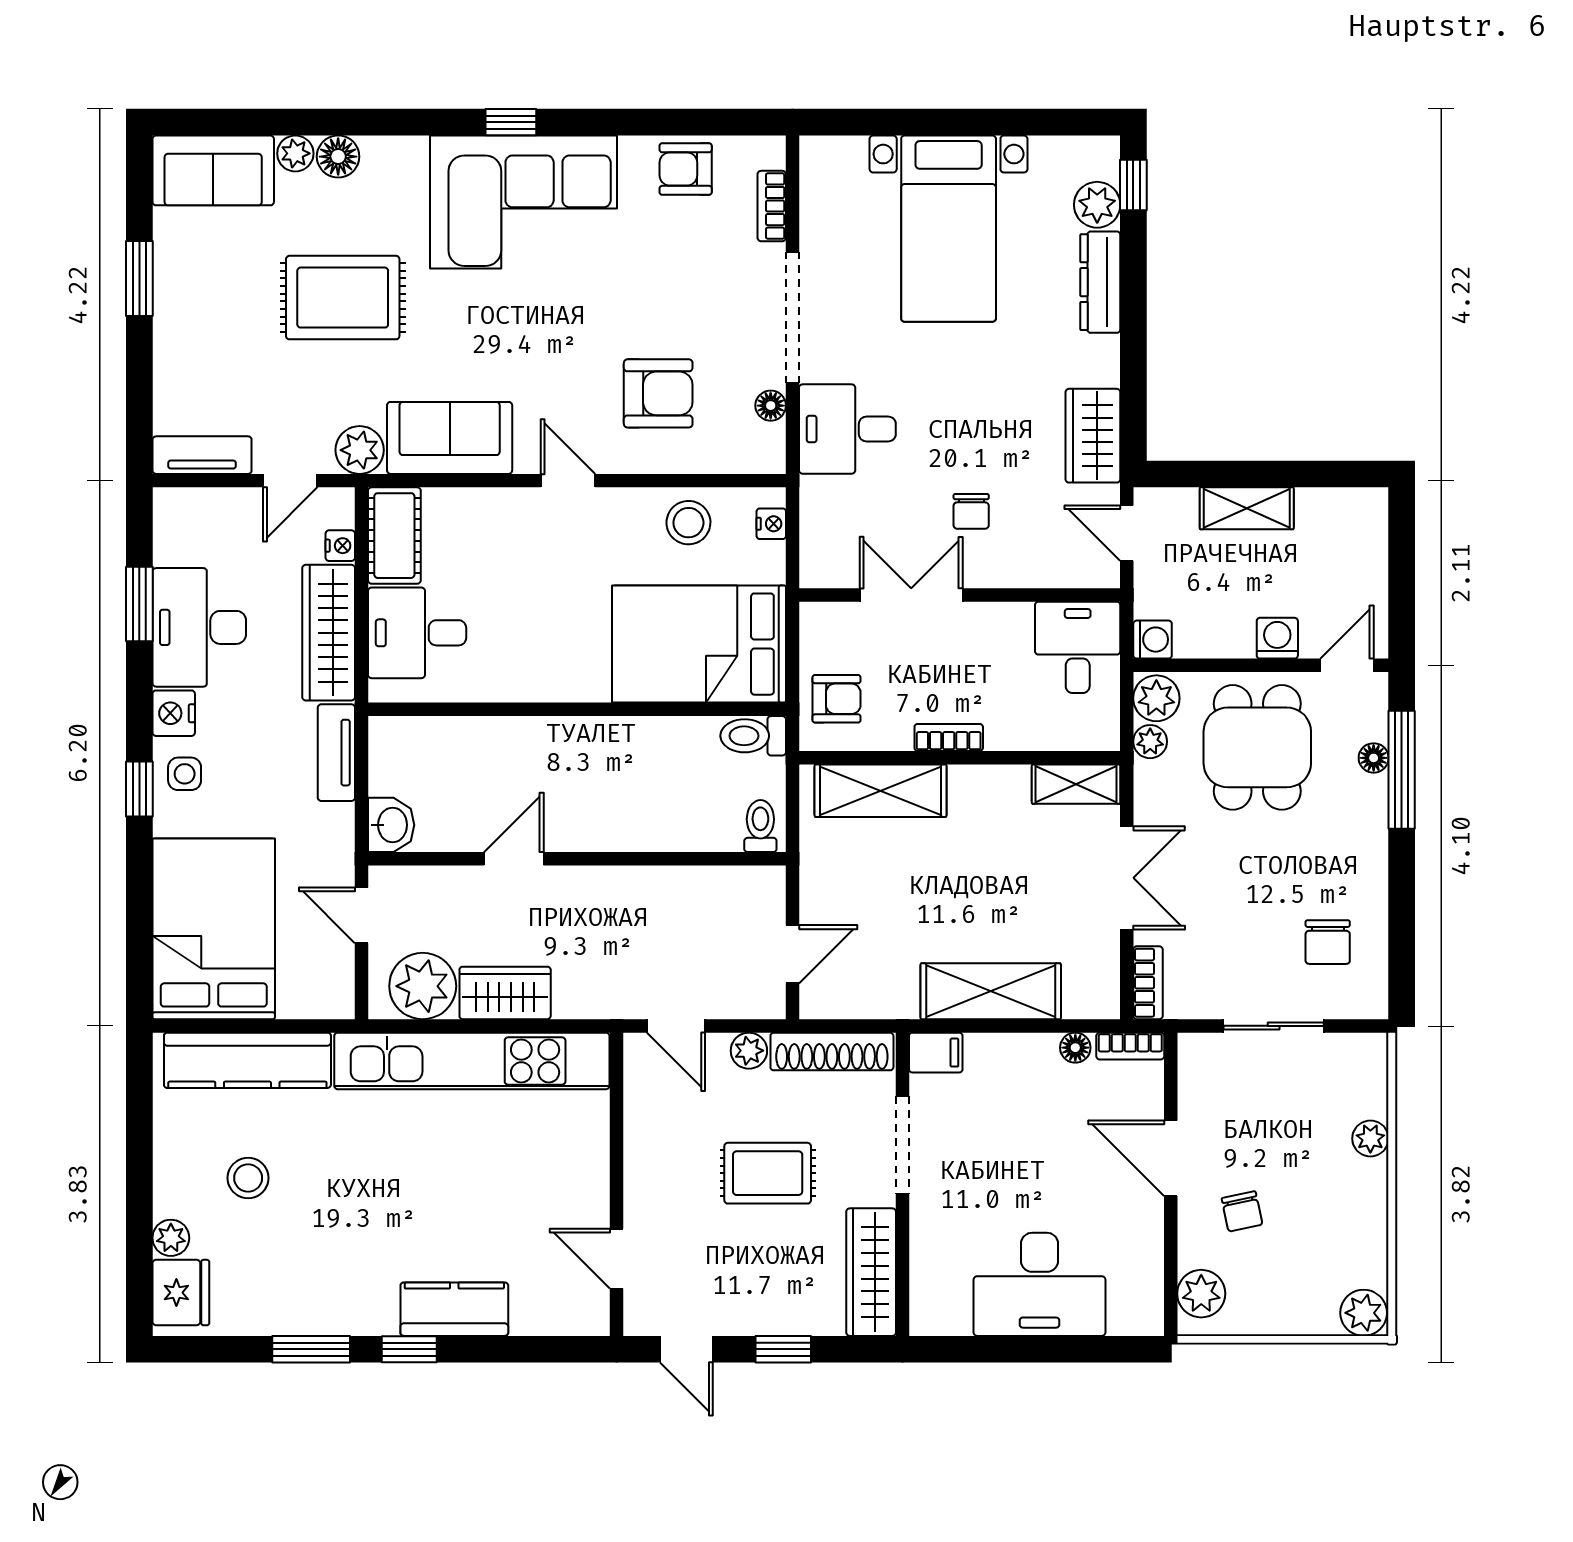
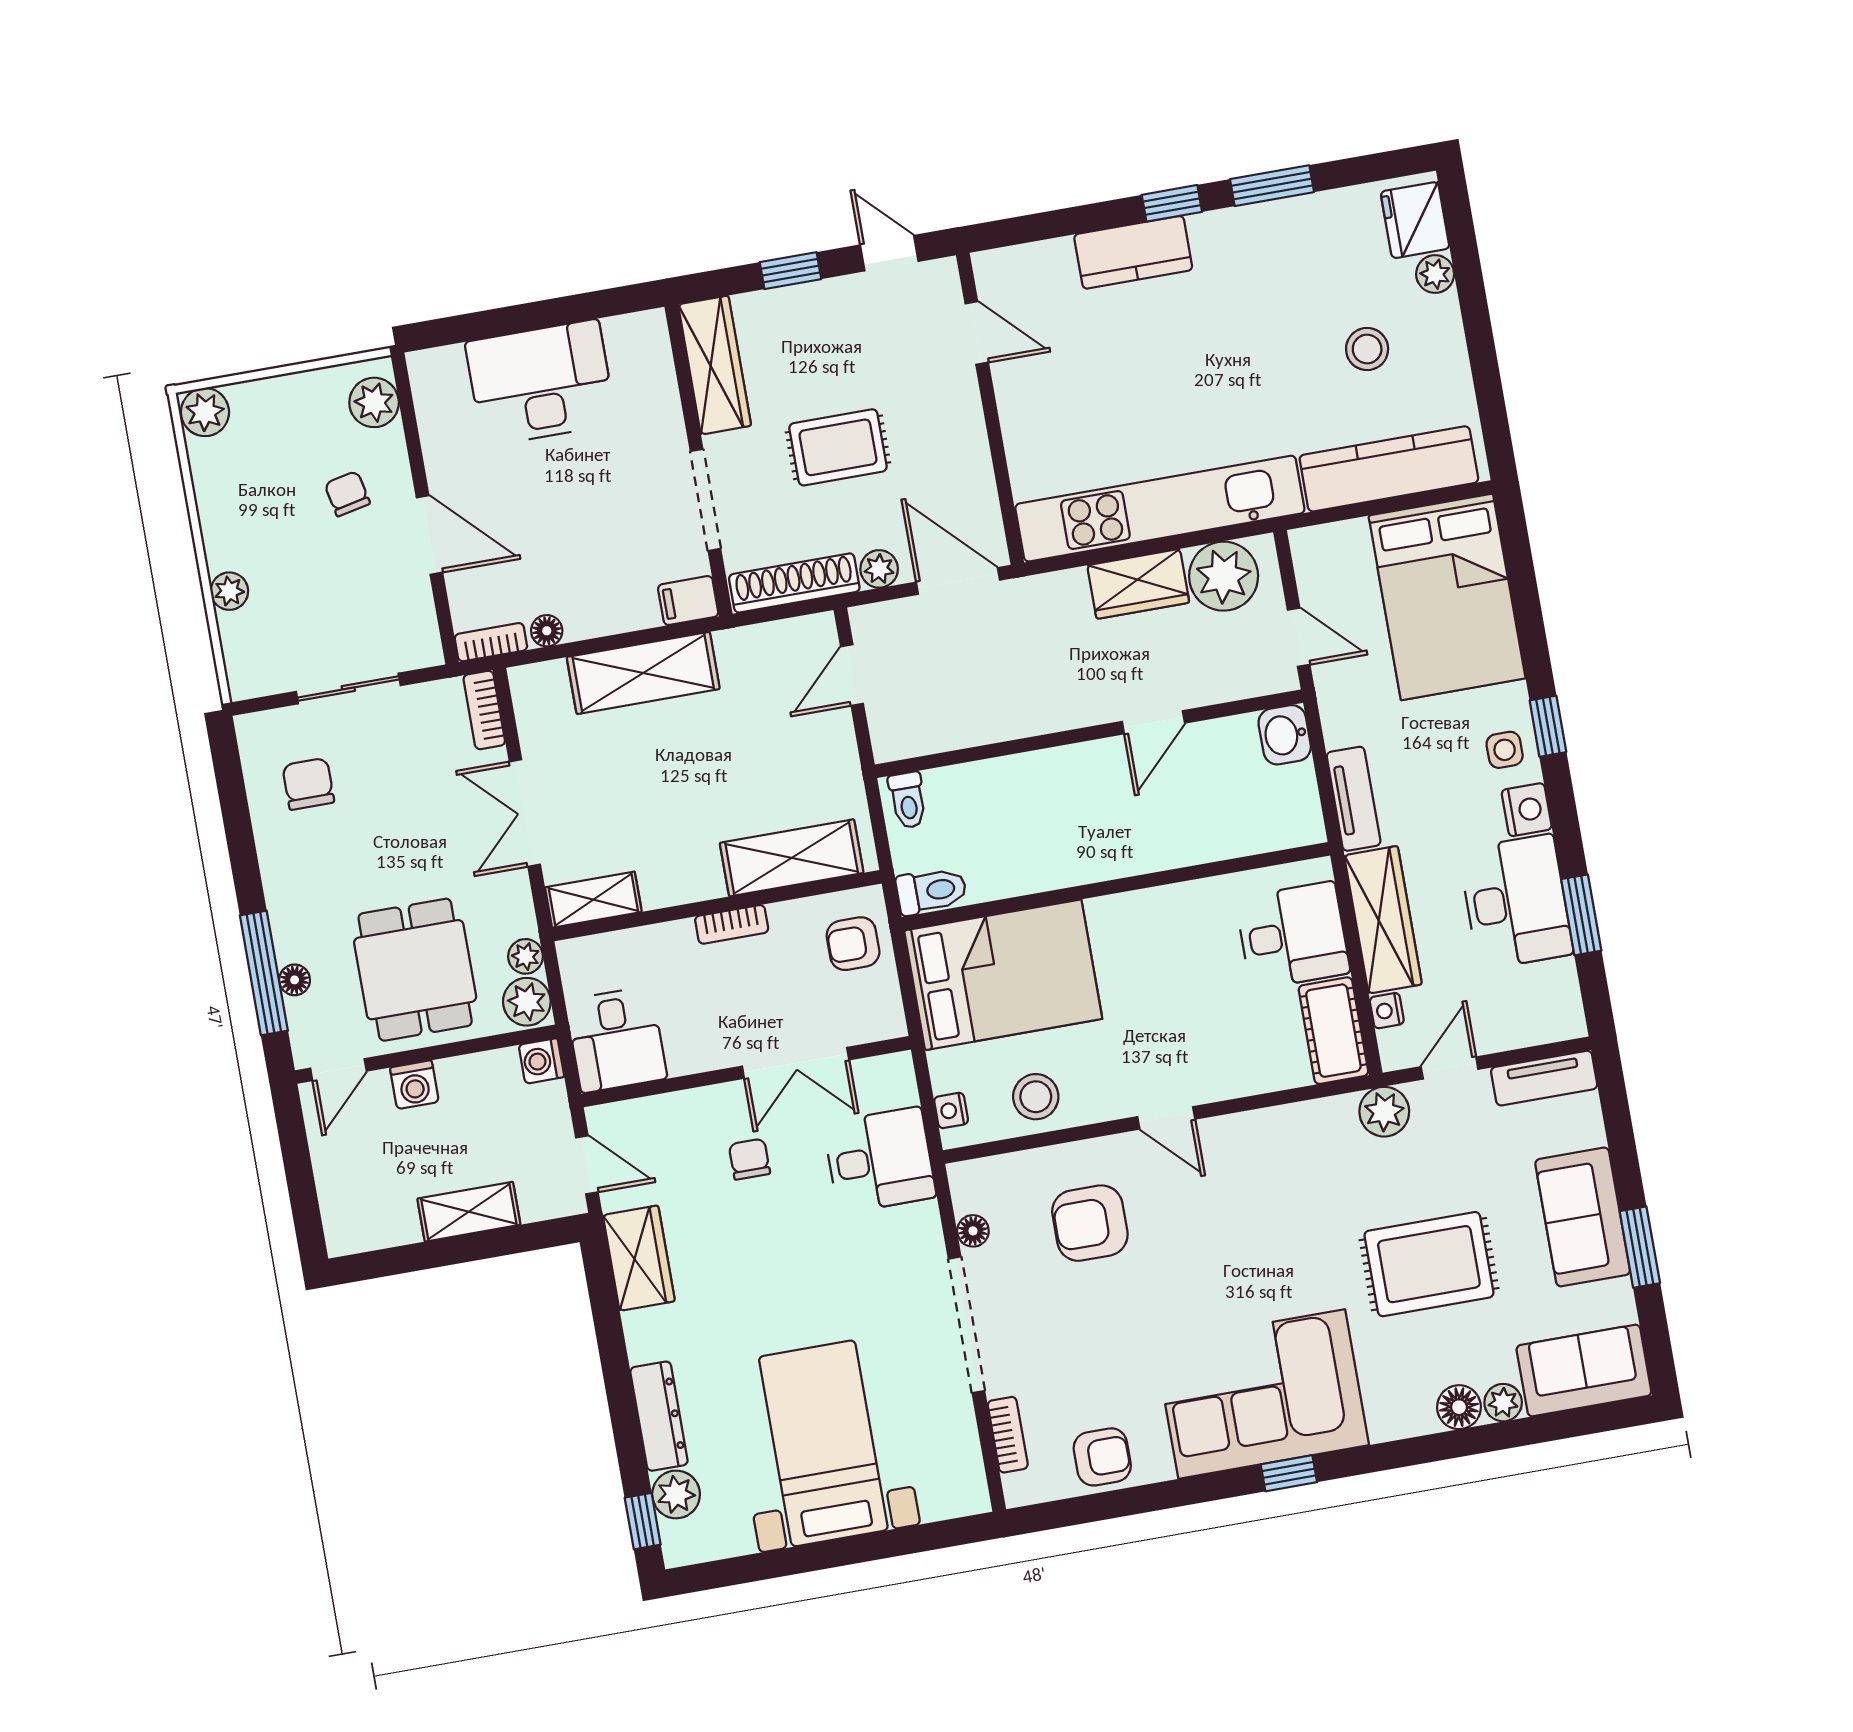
desk: (847, 429) -> (880, 1160), moved
sofa: (450, 438) -> (1583, 1217), moved, turned 90
door: (676, 1026) -> (958, 581), width x1.38

